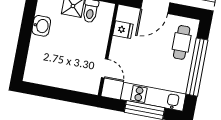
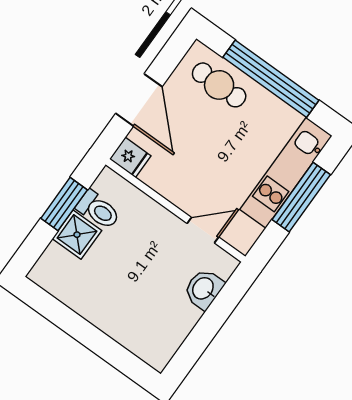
washbasin: (41, 26) -> (204, 289), moved, turned -90
fridge: (123, 30) -> (130, 158), moved, turned 90

